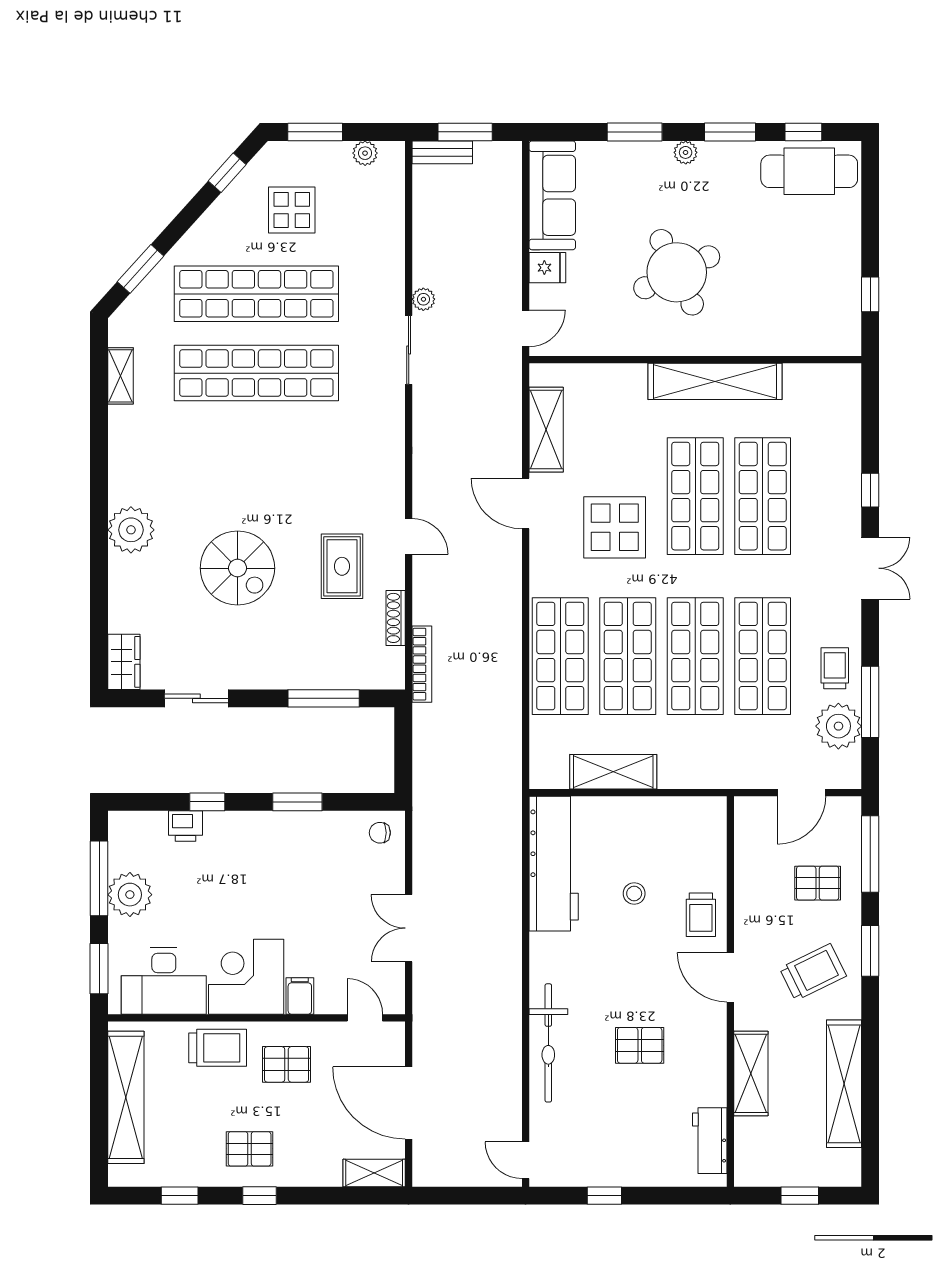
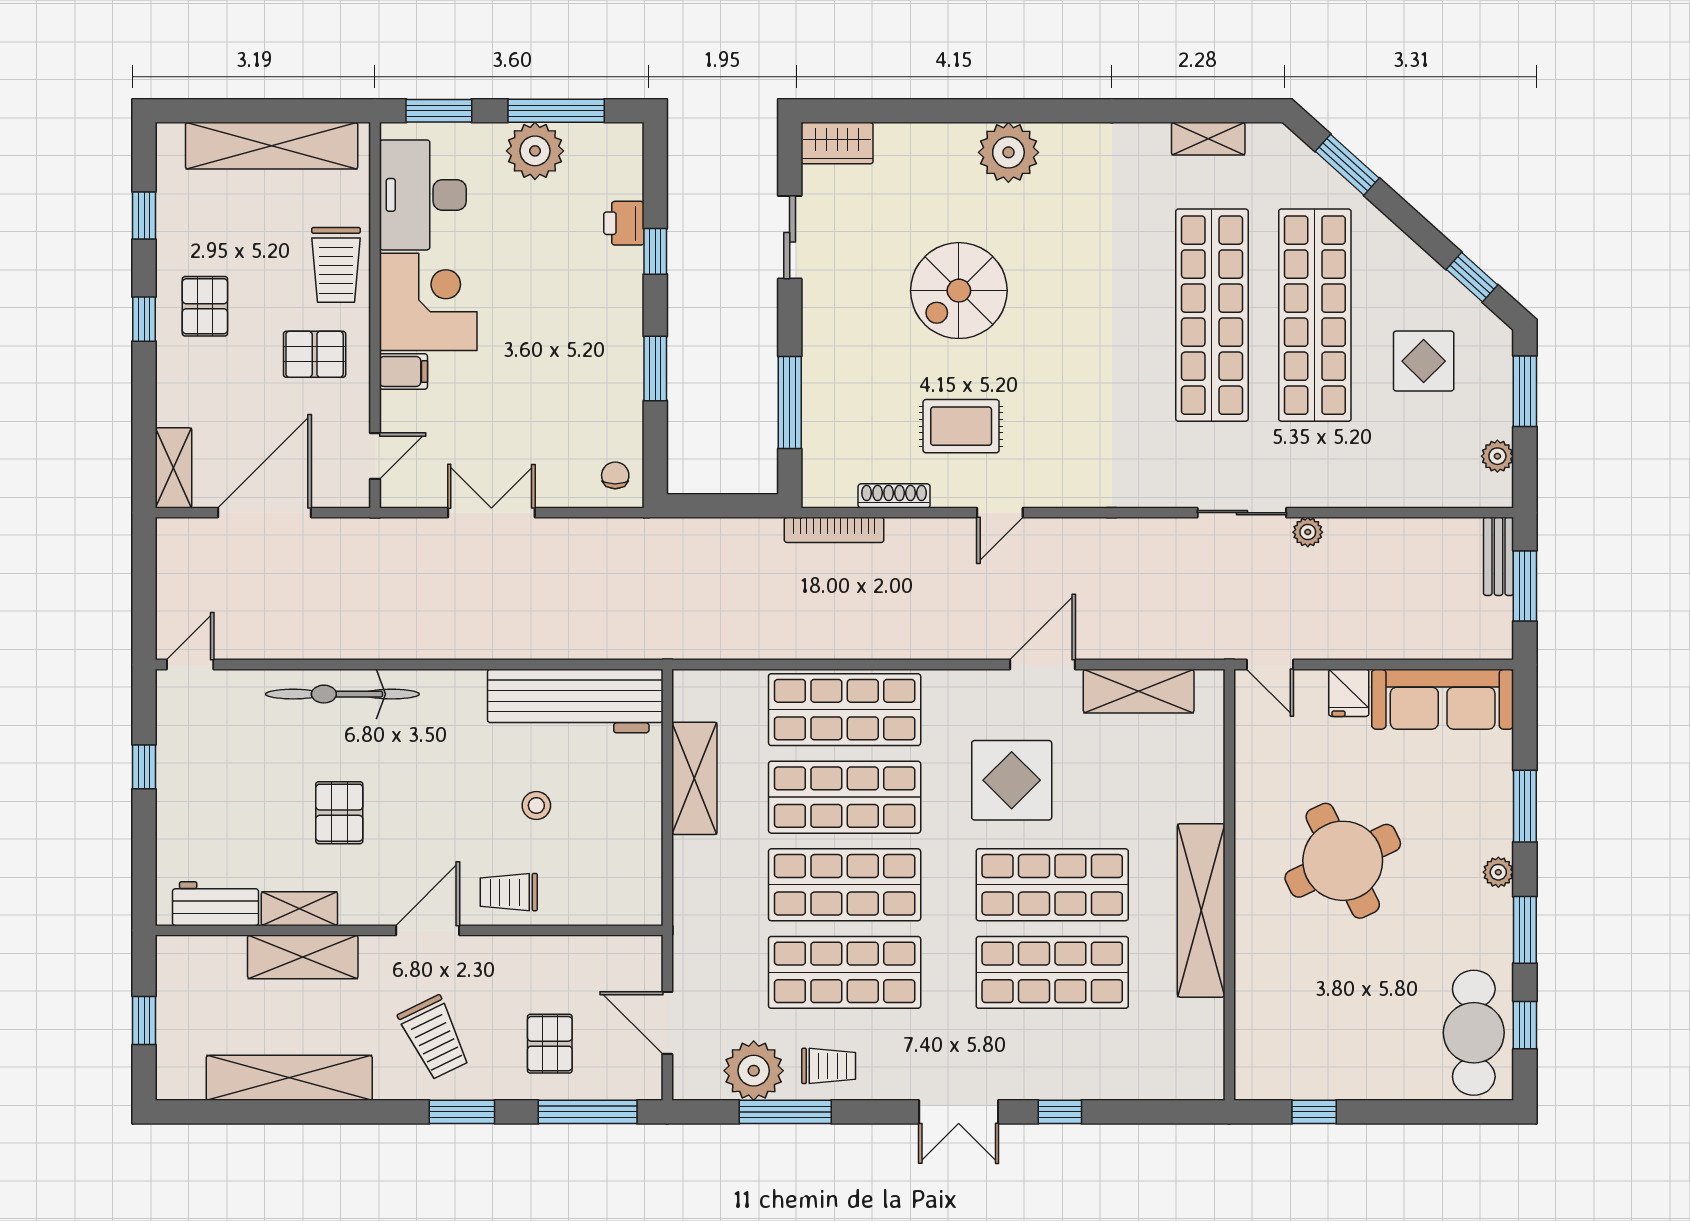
pallet: (287, 1064) -> (315, 354), turned 90
shelving: (714, 1076) -> (299, 909), added

